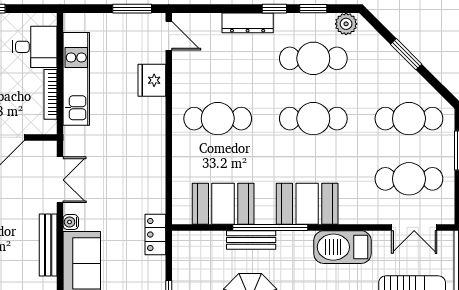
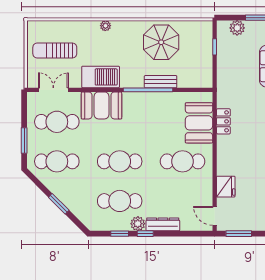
plant: (346, 24) -> (138, 224), moved
booth: (223, 204) -> (199, 123), moved, turned 90
booth: (307, 204) -> (101, 105), moved
locker: (155, 235) -> (223, 121), moved

